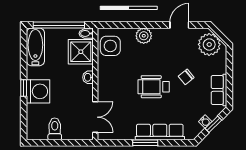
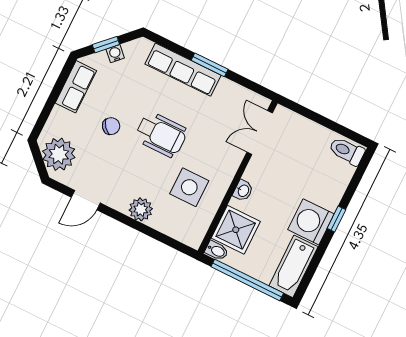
side table: (110, 46) -> (189, 187), moved
washing machine: (38, 91) -> (311, 222), moved
toilet: (55, 129) -> (347, 151), moved, turned 90

